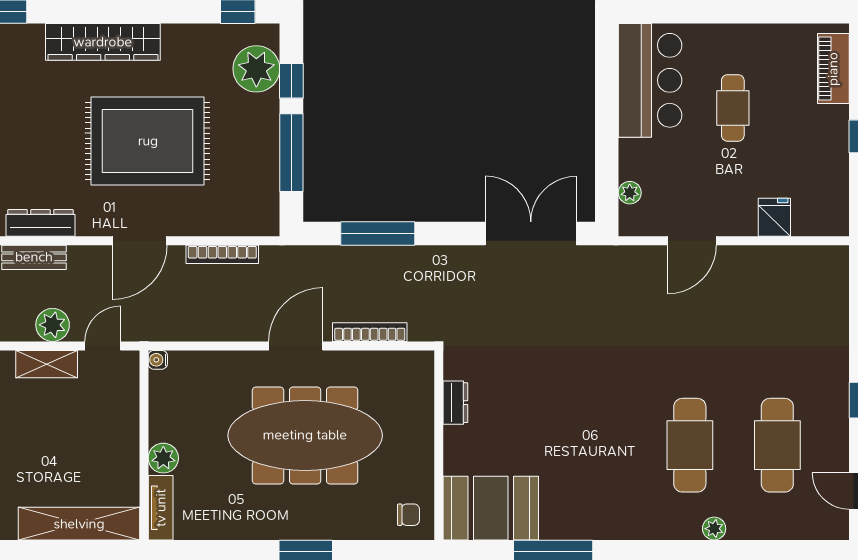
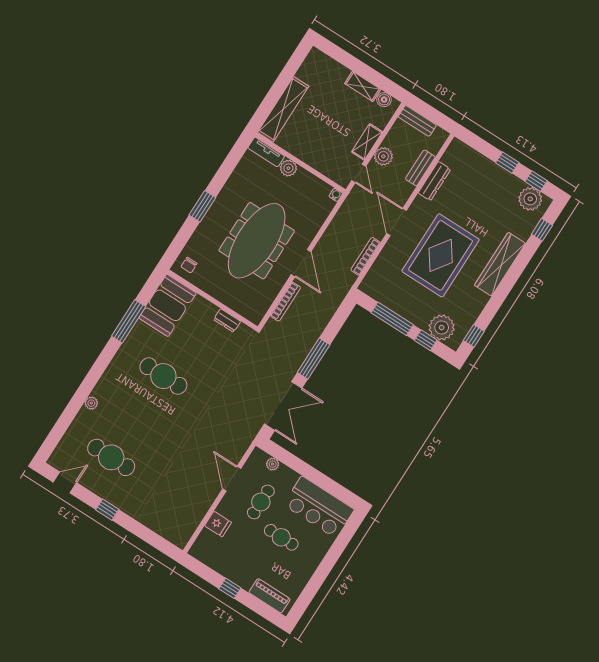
cafe table: (699, 174) -> (261, 502), added
window: (378, 233) -> (314, 359), moved
cafe table: (690, 445) -> (163, 376), moved

